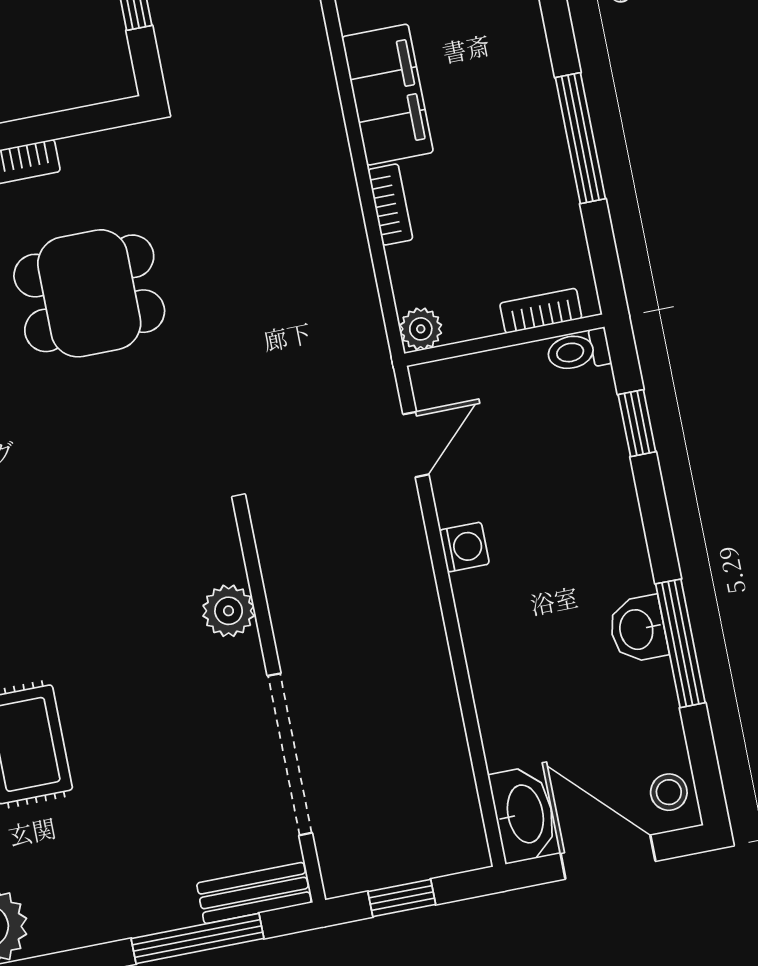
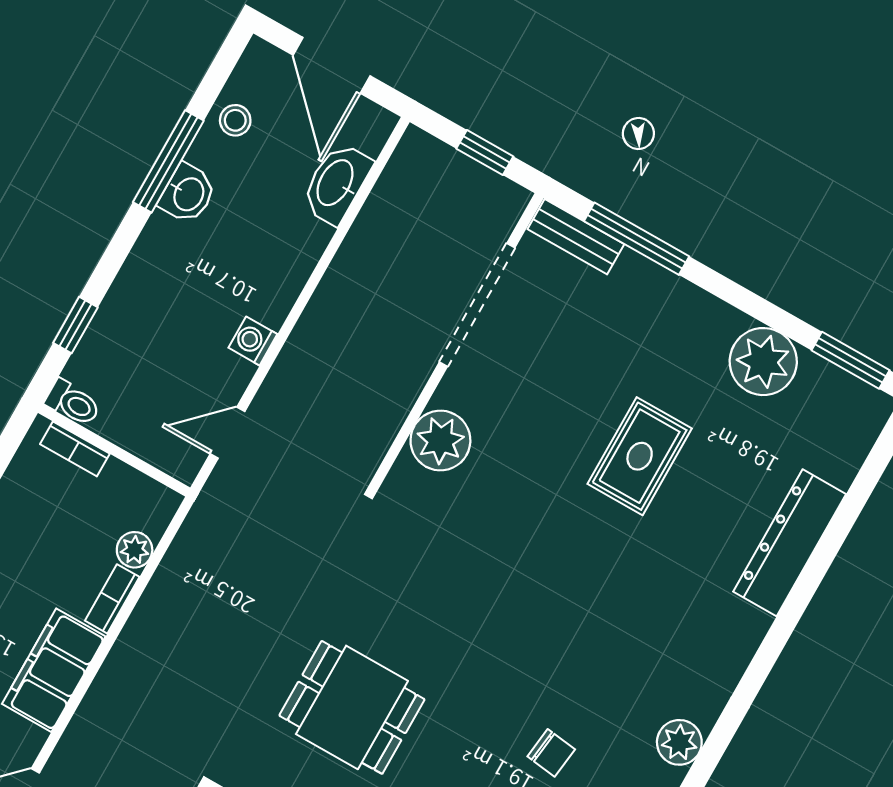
plant: (421, 329) -> (135, 550), moved
plant: (229, 611) -> (440, 441), width x1.36, depth x1.36
stool: (669, 792) -> (235, 120), moved
washbasin: (524, 814) -> (336, 183), moved

